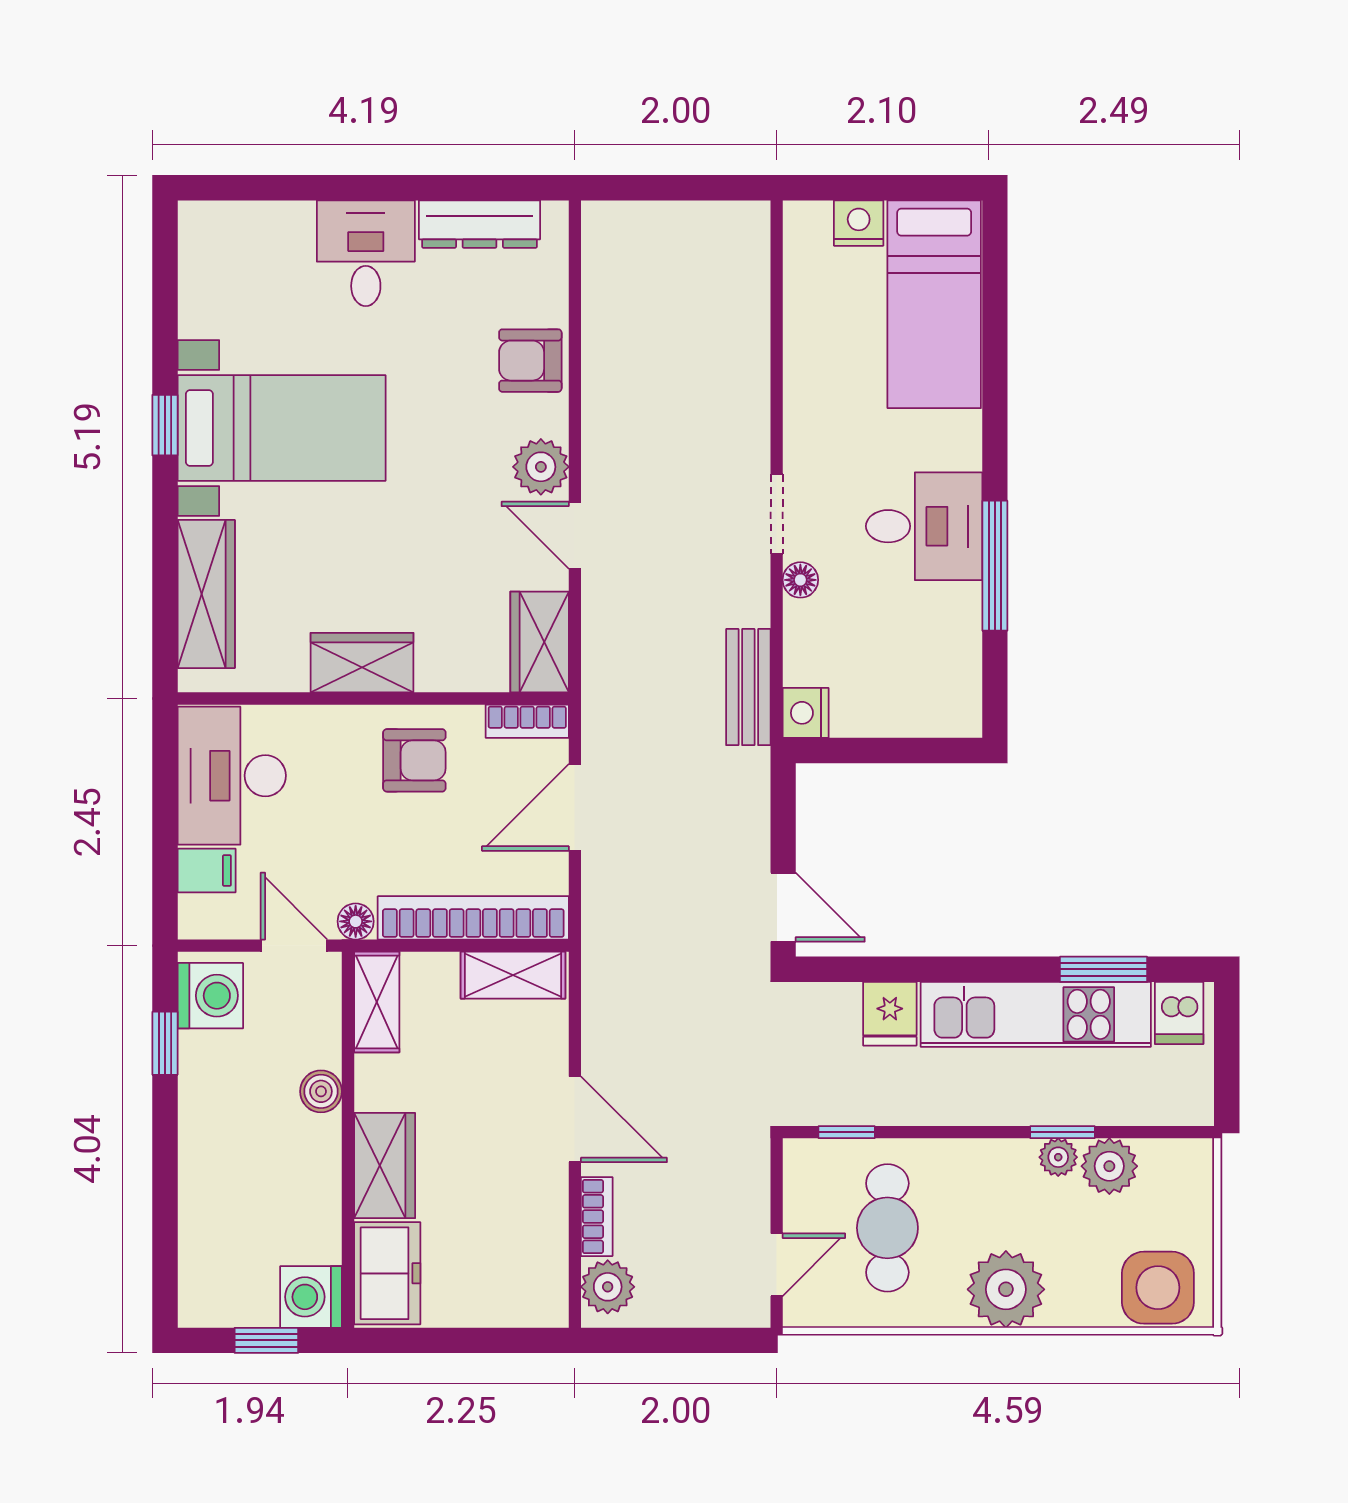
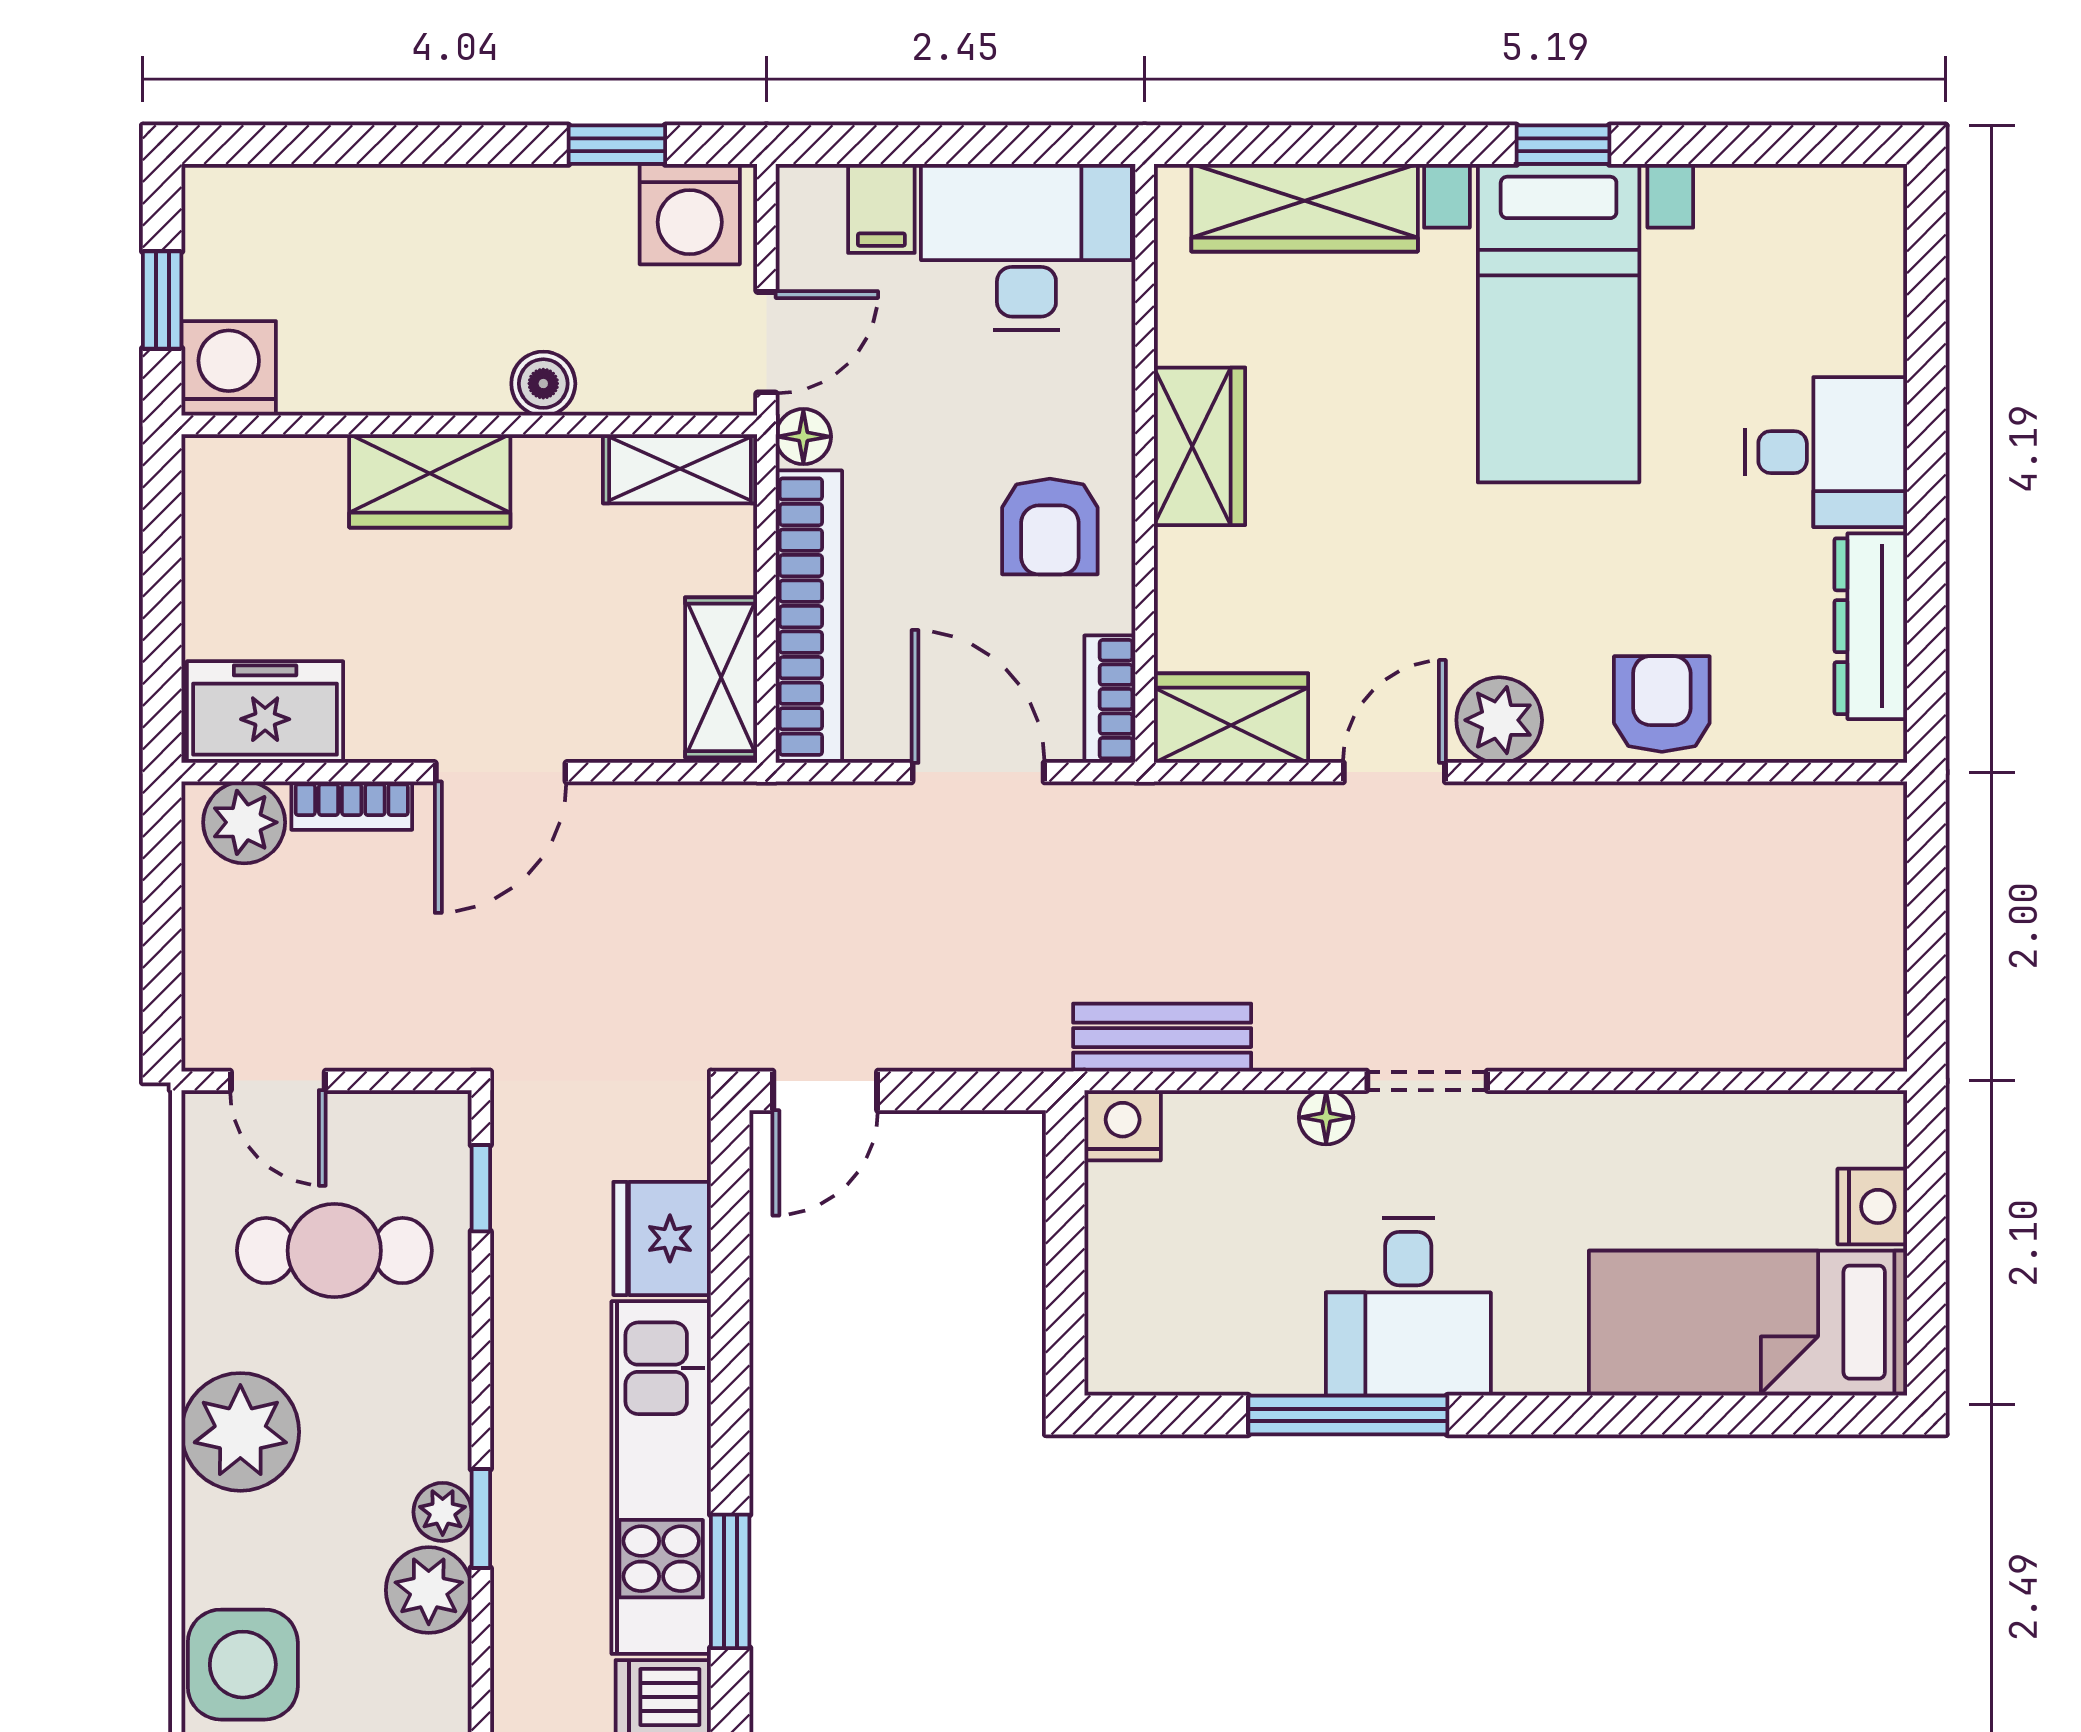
fridge: (890, 1014) -> (662, 1238), width x1.38
freezer: (387, 1273) -> (265, 712), moved, turned 180

